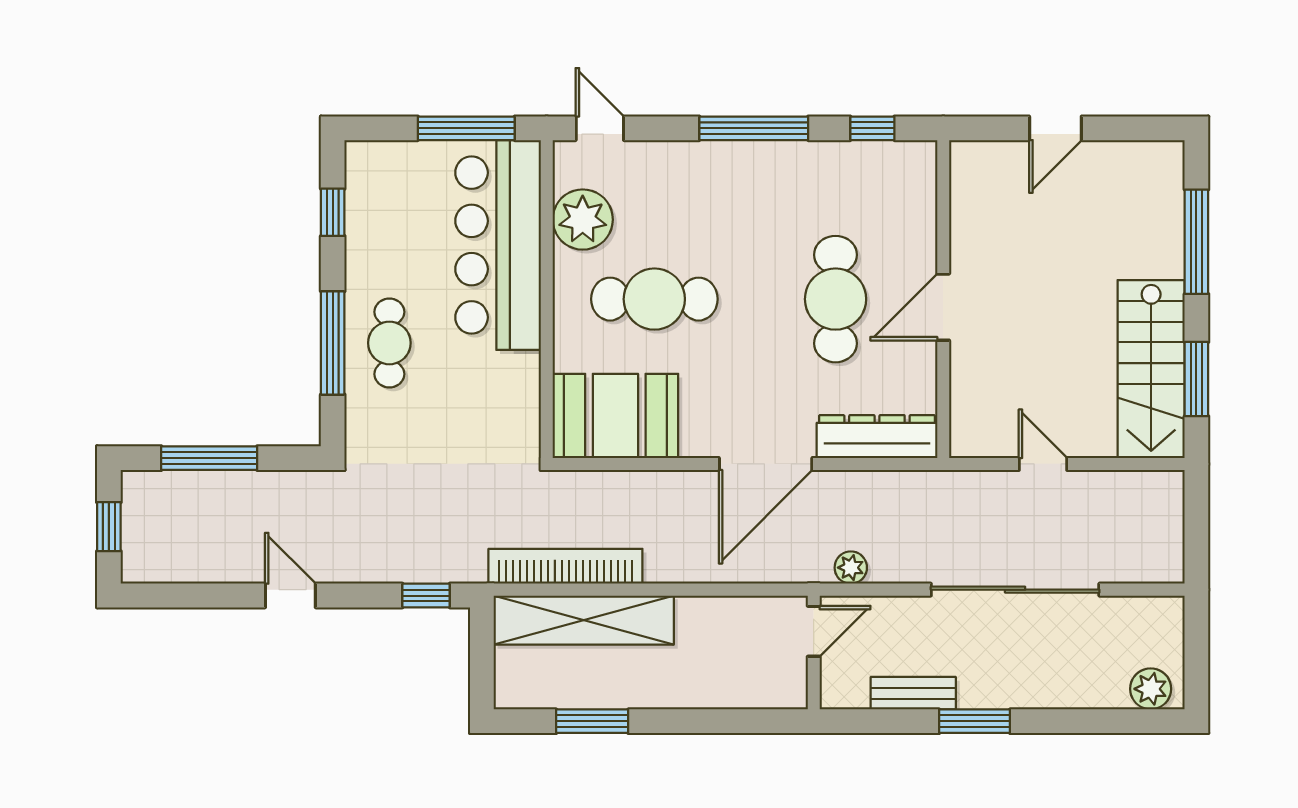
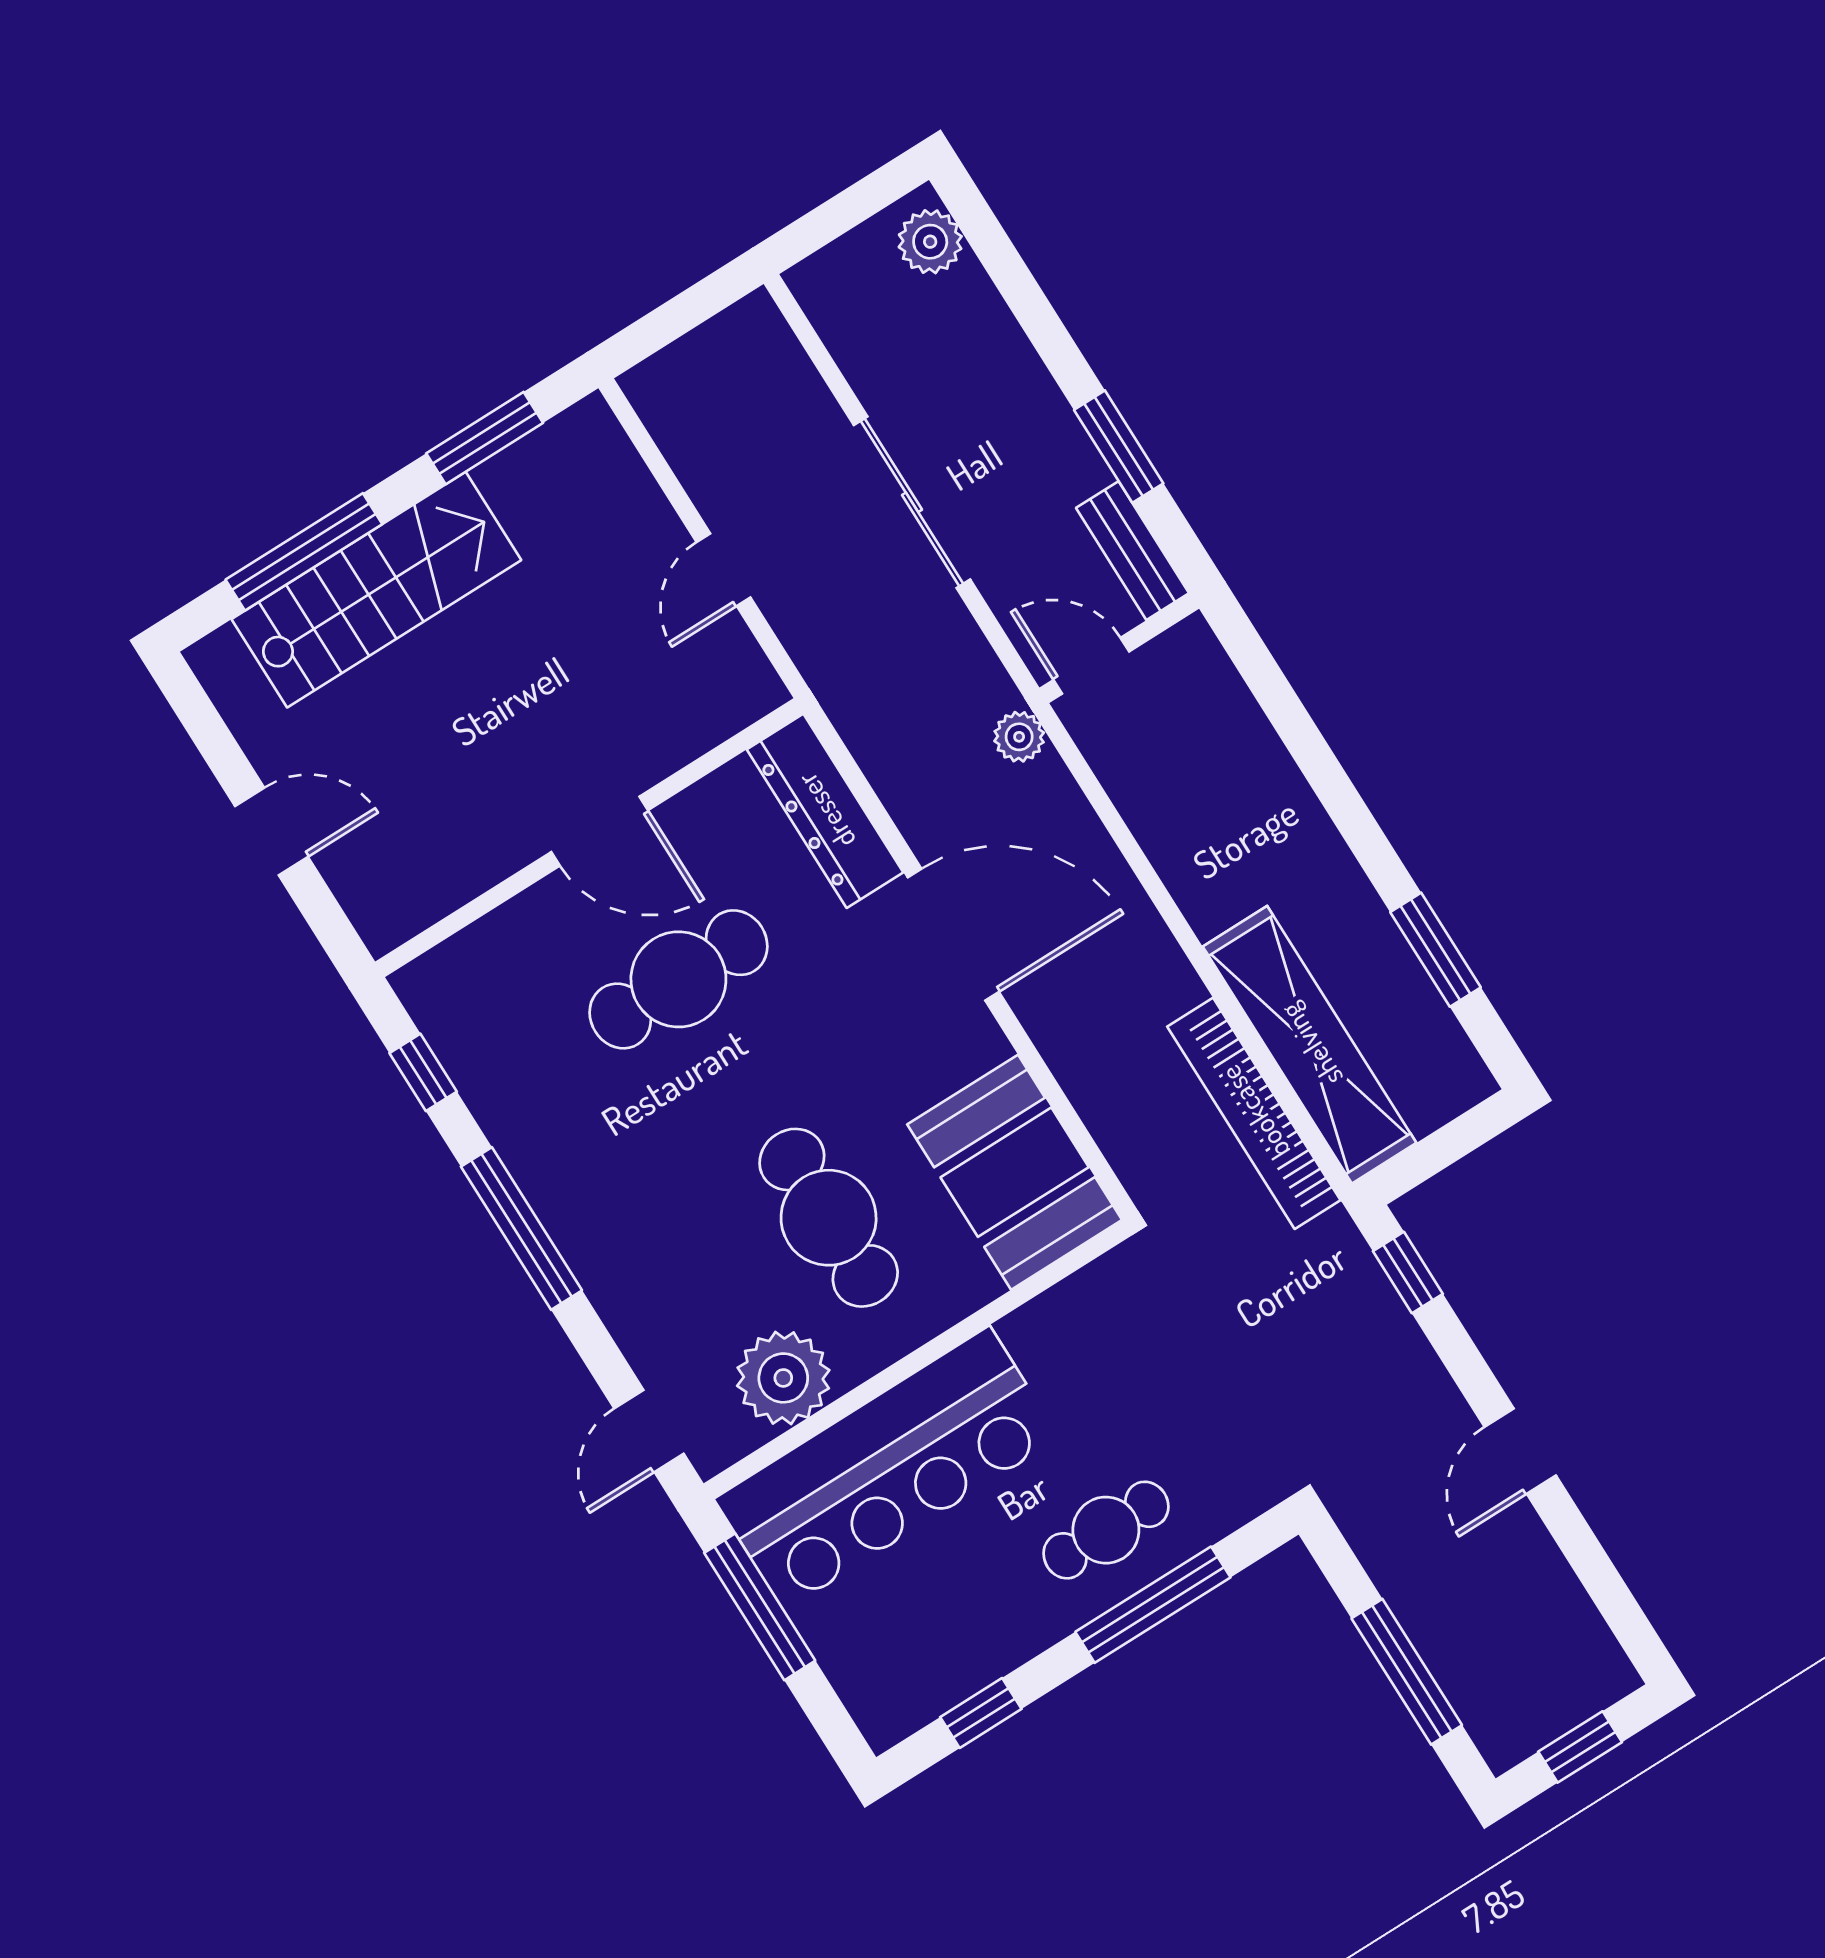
stairs: (1151, 369) -> (376, 590), moved
sliding door: (1015, 590) -> (912, 502), width x0.73
door: (814, 631) -> (1091, 666), moved
wall: (814, 652) -> (1119, 648), moved

